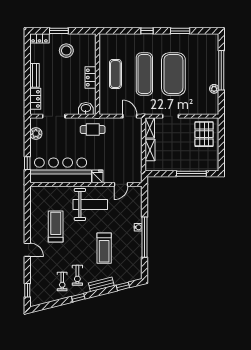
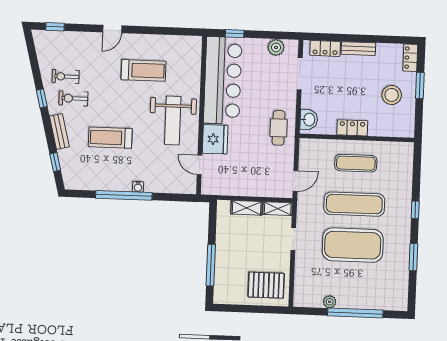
fridge: (98, 176) -> (215, 139), width x1.88, depth x1.34

